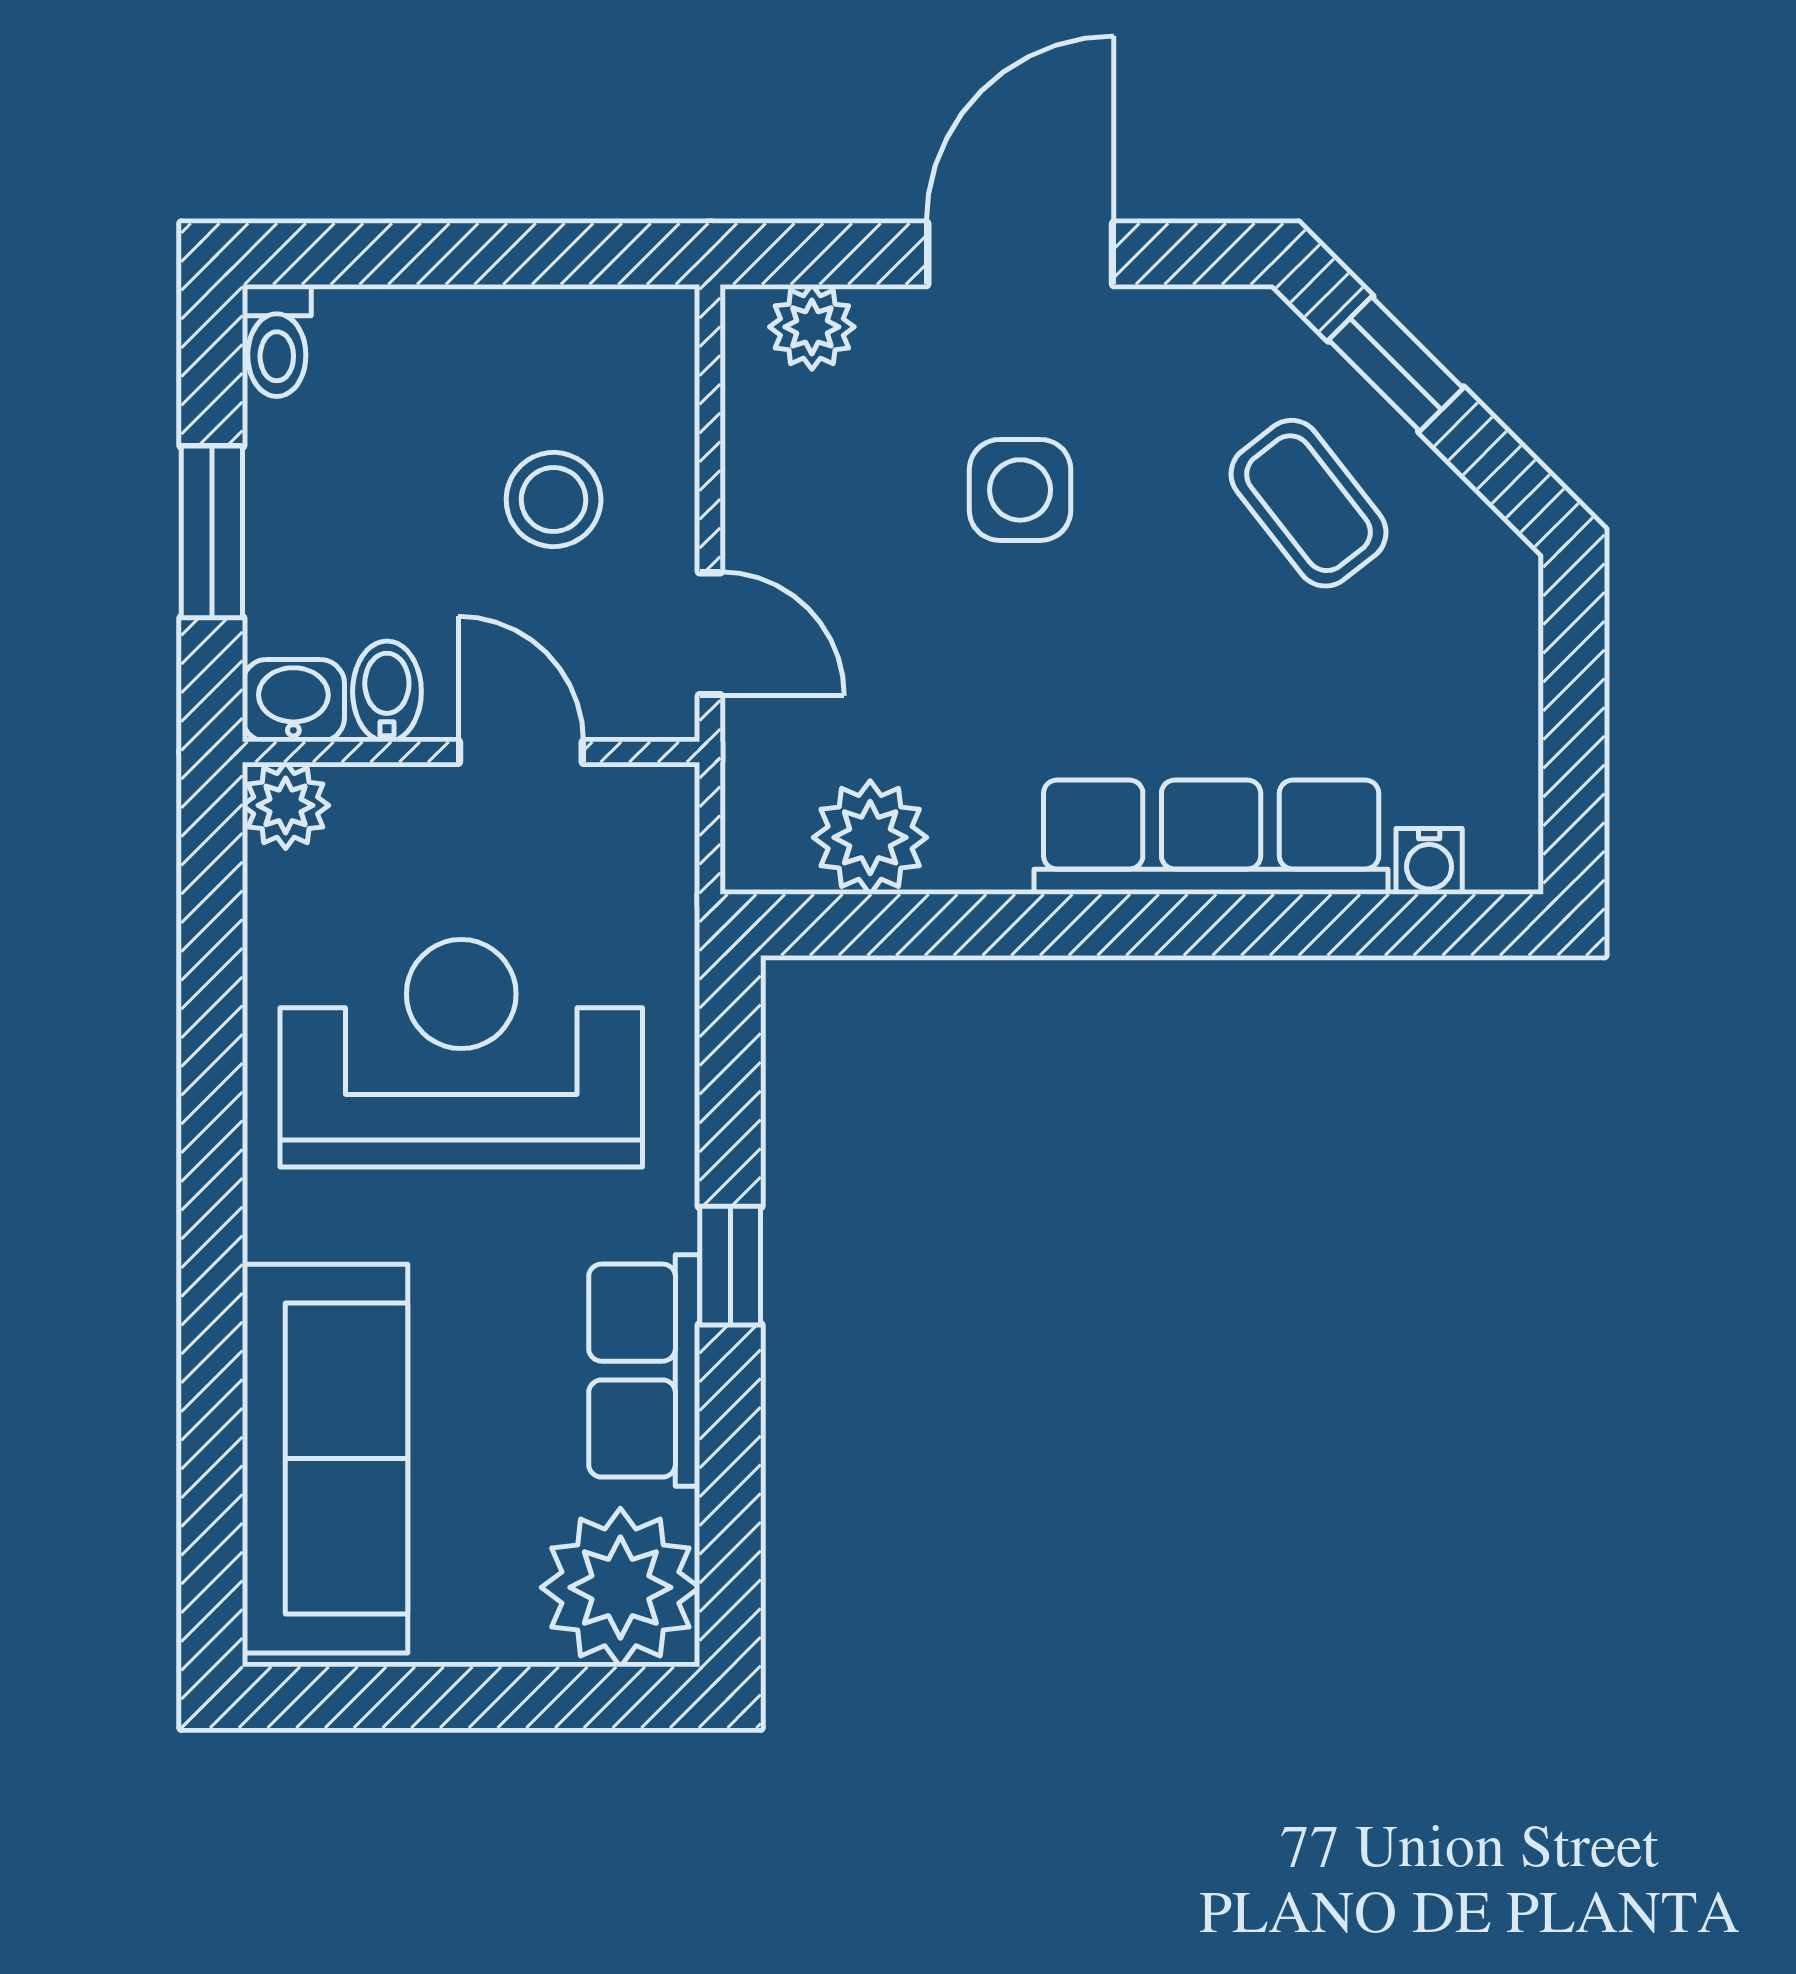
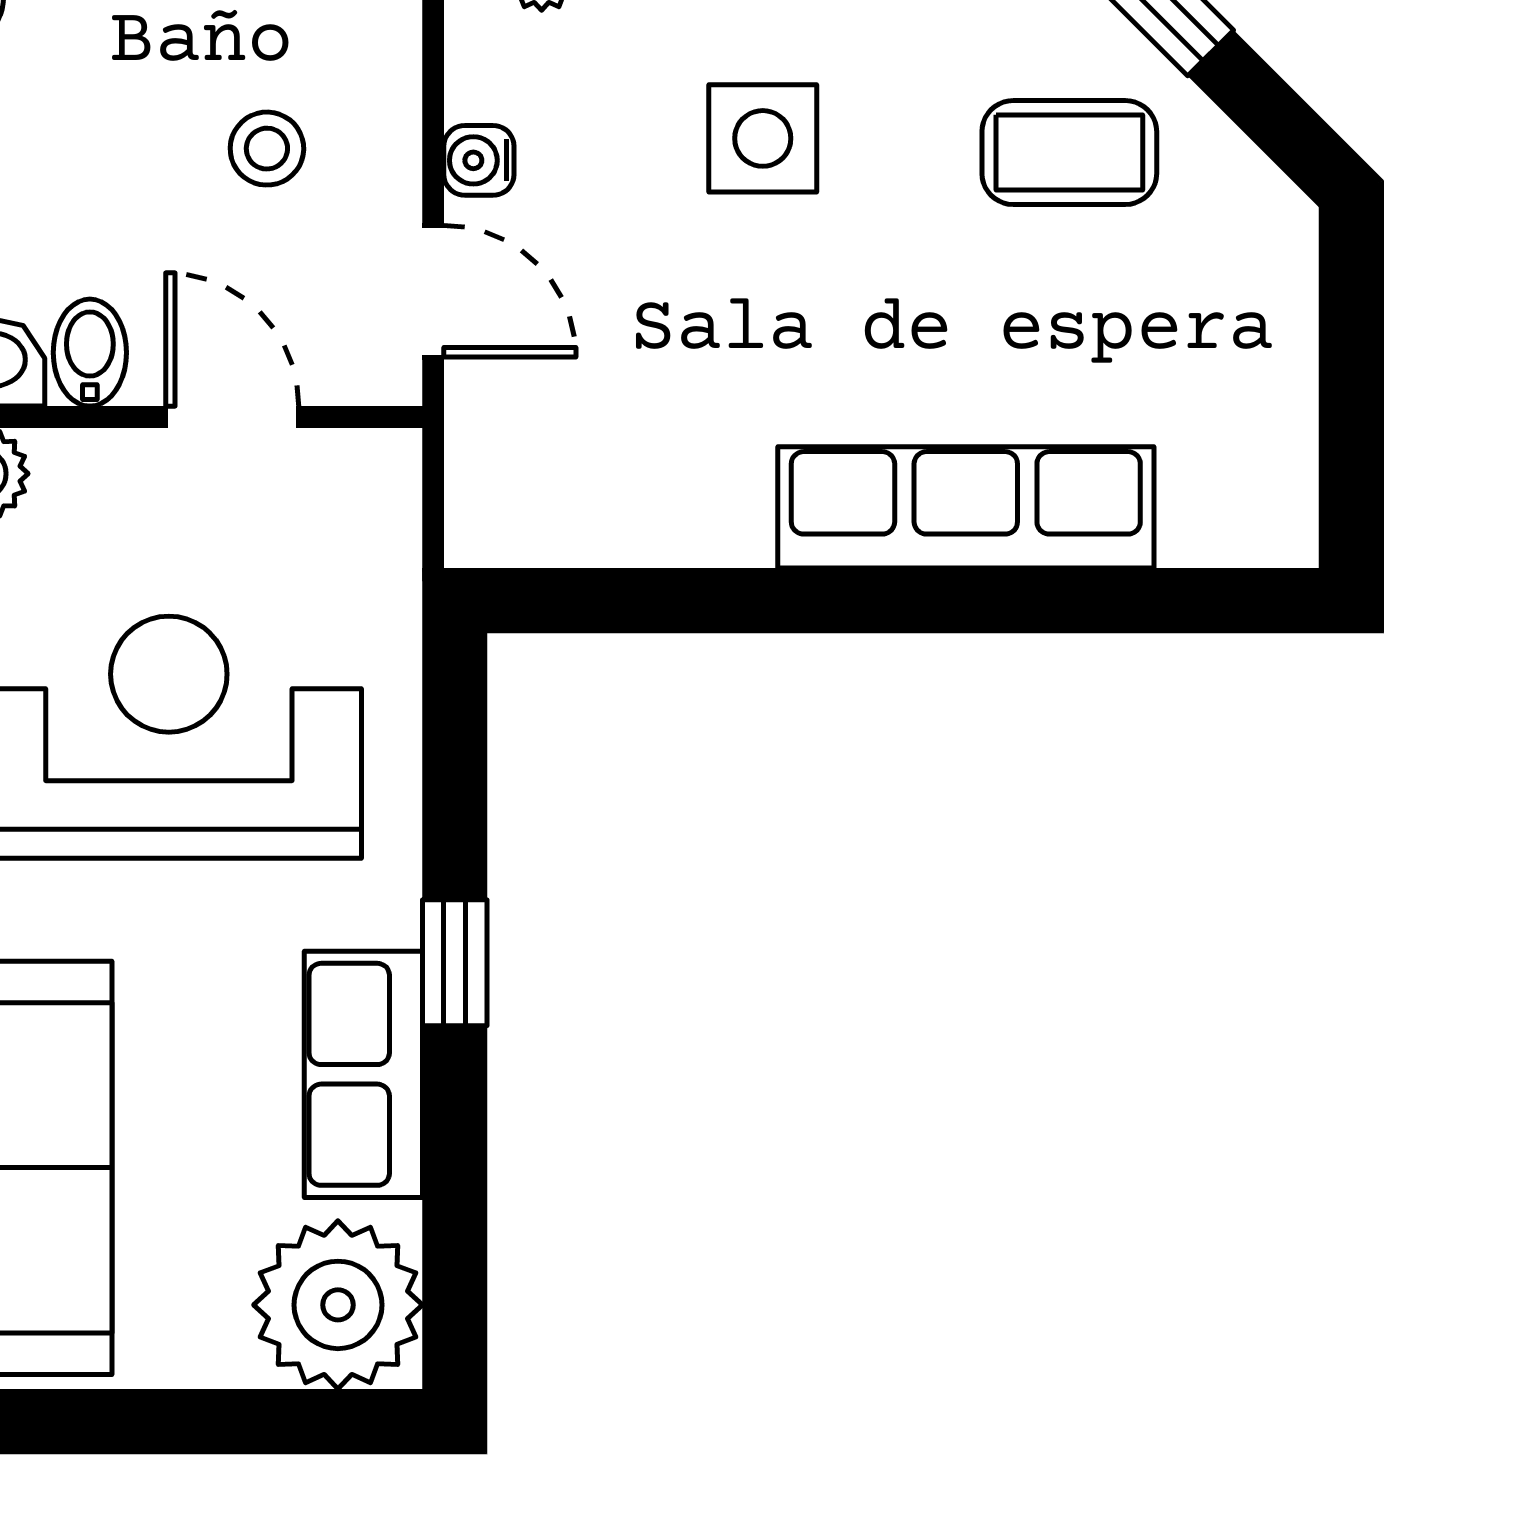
stool: (554, 500) -> (267, 149), width x0.73, depth x0.73
coffee table: (1308, 503) -> (1069, 153), turned -52
plant: (870, 837) -> (603, 508), removed
water cooler: (1429, 861) -> (479, 160), moved, turned 90

